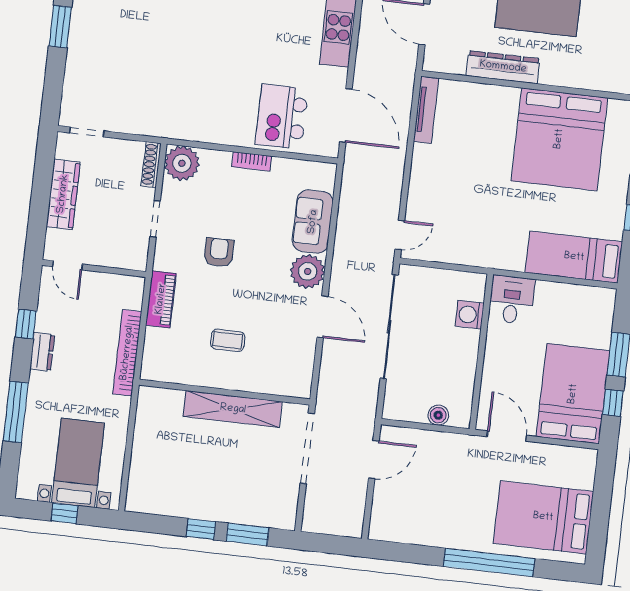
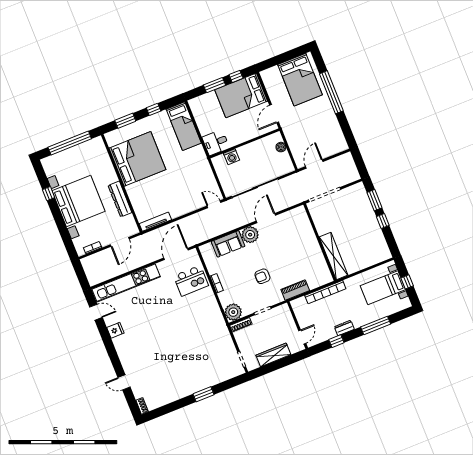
coffee table: (228, 340) -> (297, 253), removed
shelving: (233, 409) -> (334, 256), moved
door: (374, 460) -> (314, 164), hinge flipped

